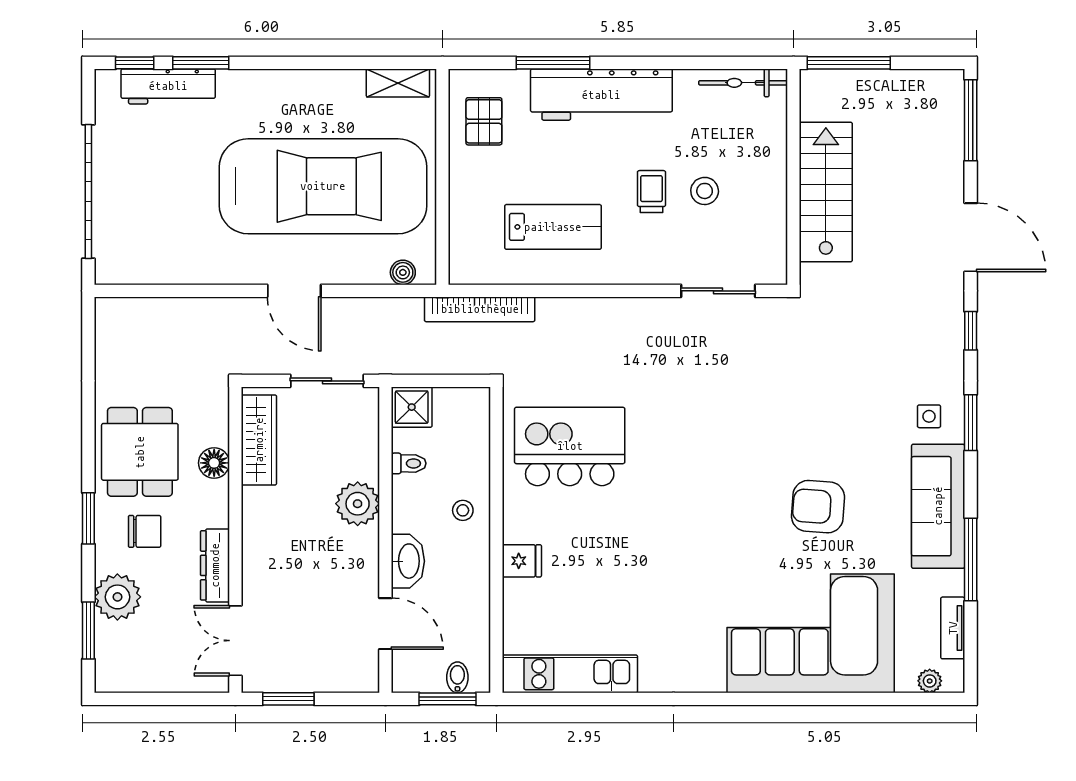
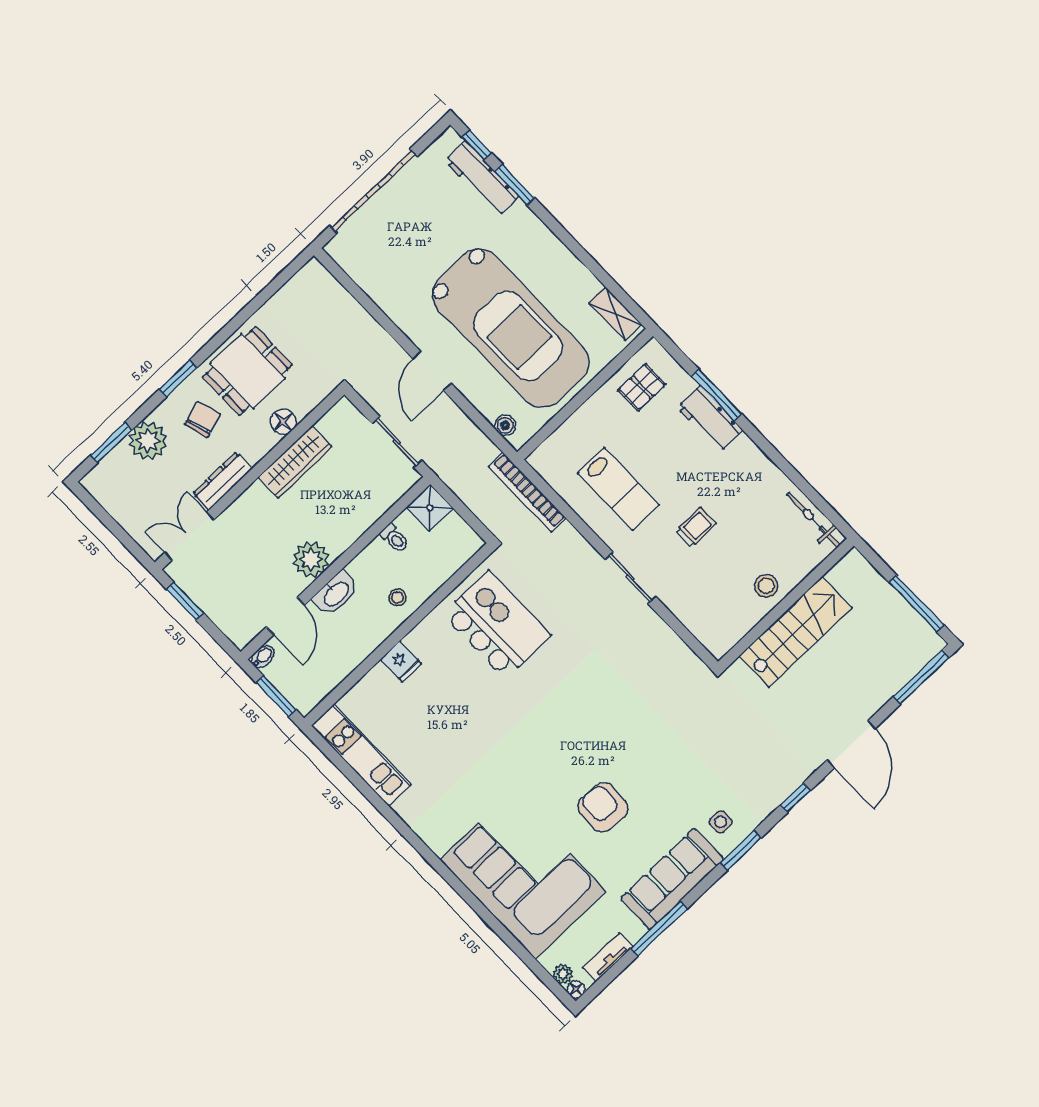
window: (849, 63) -> (917, 604), moved
workbench: (601, 95) -> (710, 419), width x0.53, depth x0.76
stool: (705, 191) -> (766, 586), moved
sliding door: (718, 291) -> (630, 578), moved
wardrobe: (259, 440) -> (295, 462), moved
plant: (358, 504) -> (311, 559), moved
chair: (145, 531) -> (203, 419), turned -107
bidet: (457, 677) -> (263, 657), moved
floor lamp: (954, 683) -> (576, 989), added

